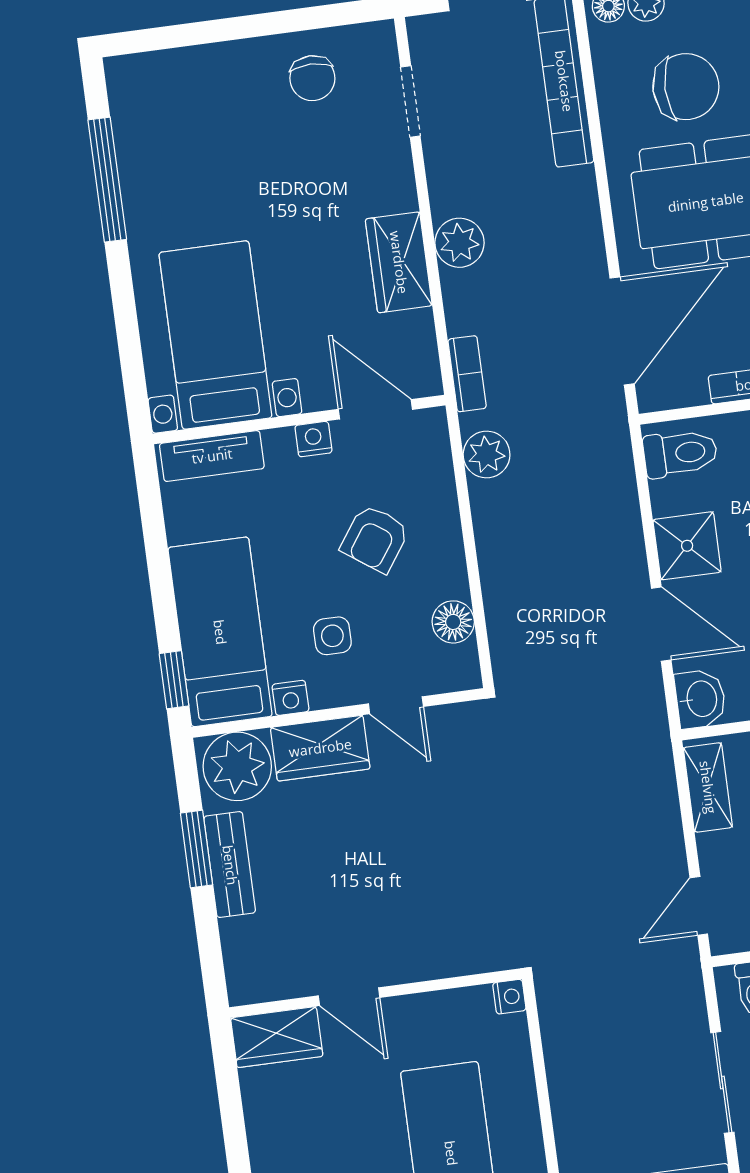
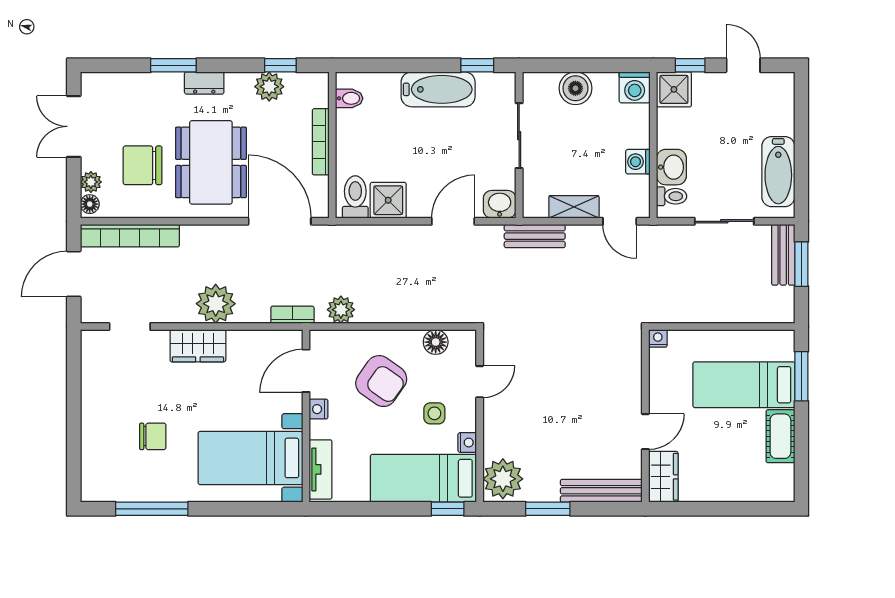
chair: (312, 78) -> (153, 436), moved
chair: (686, 87) -> (143, 165), turned -90
plant: (460, 243) -> (216, 304), width x1.36, depth x1.36
wardrobe: (399, 262) -> (198, 346), moved
armchair: (375, 539) -> (381, 381), width x1.38, depth x1.38
shower: (687, 546) -> (388, 200), moved
wardrobe: (320, 748) -> (499, 429), removed
bench: (655, 765) -> (535, 236), added
shelving: (708, 787) -> (574, 207), moved
bench: (230, 865) -> (601, 491), moved, width x1.36

